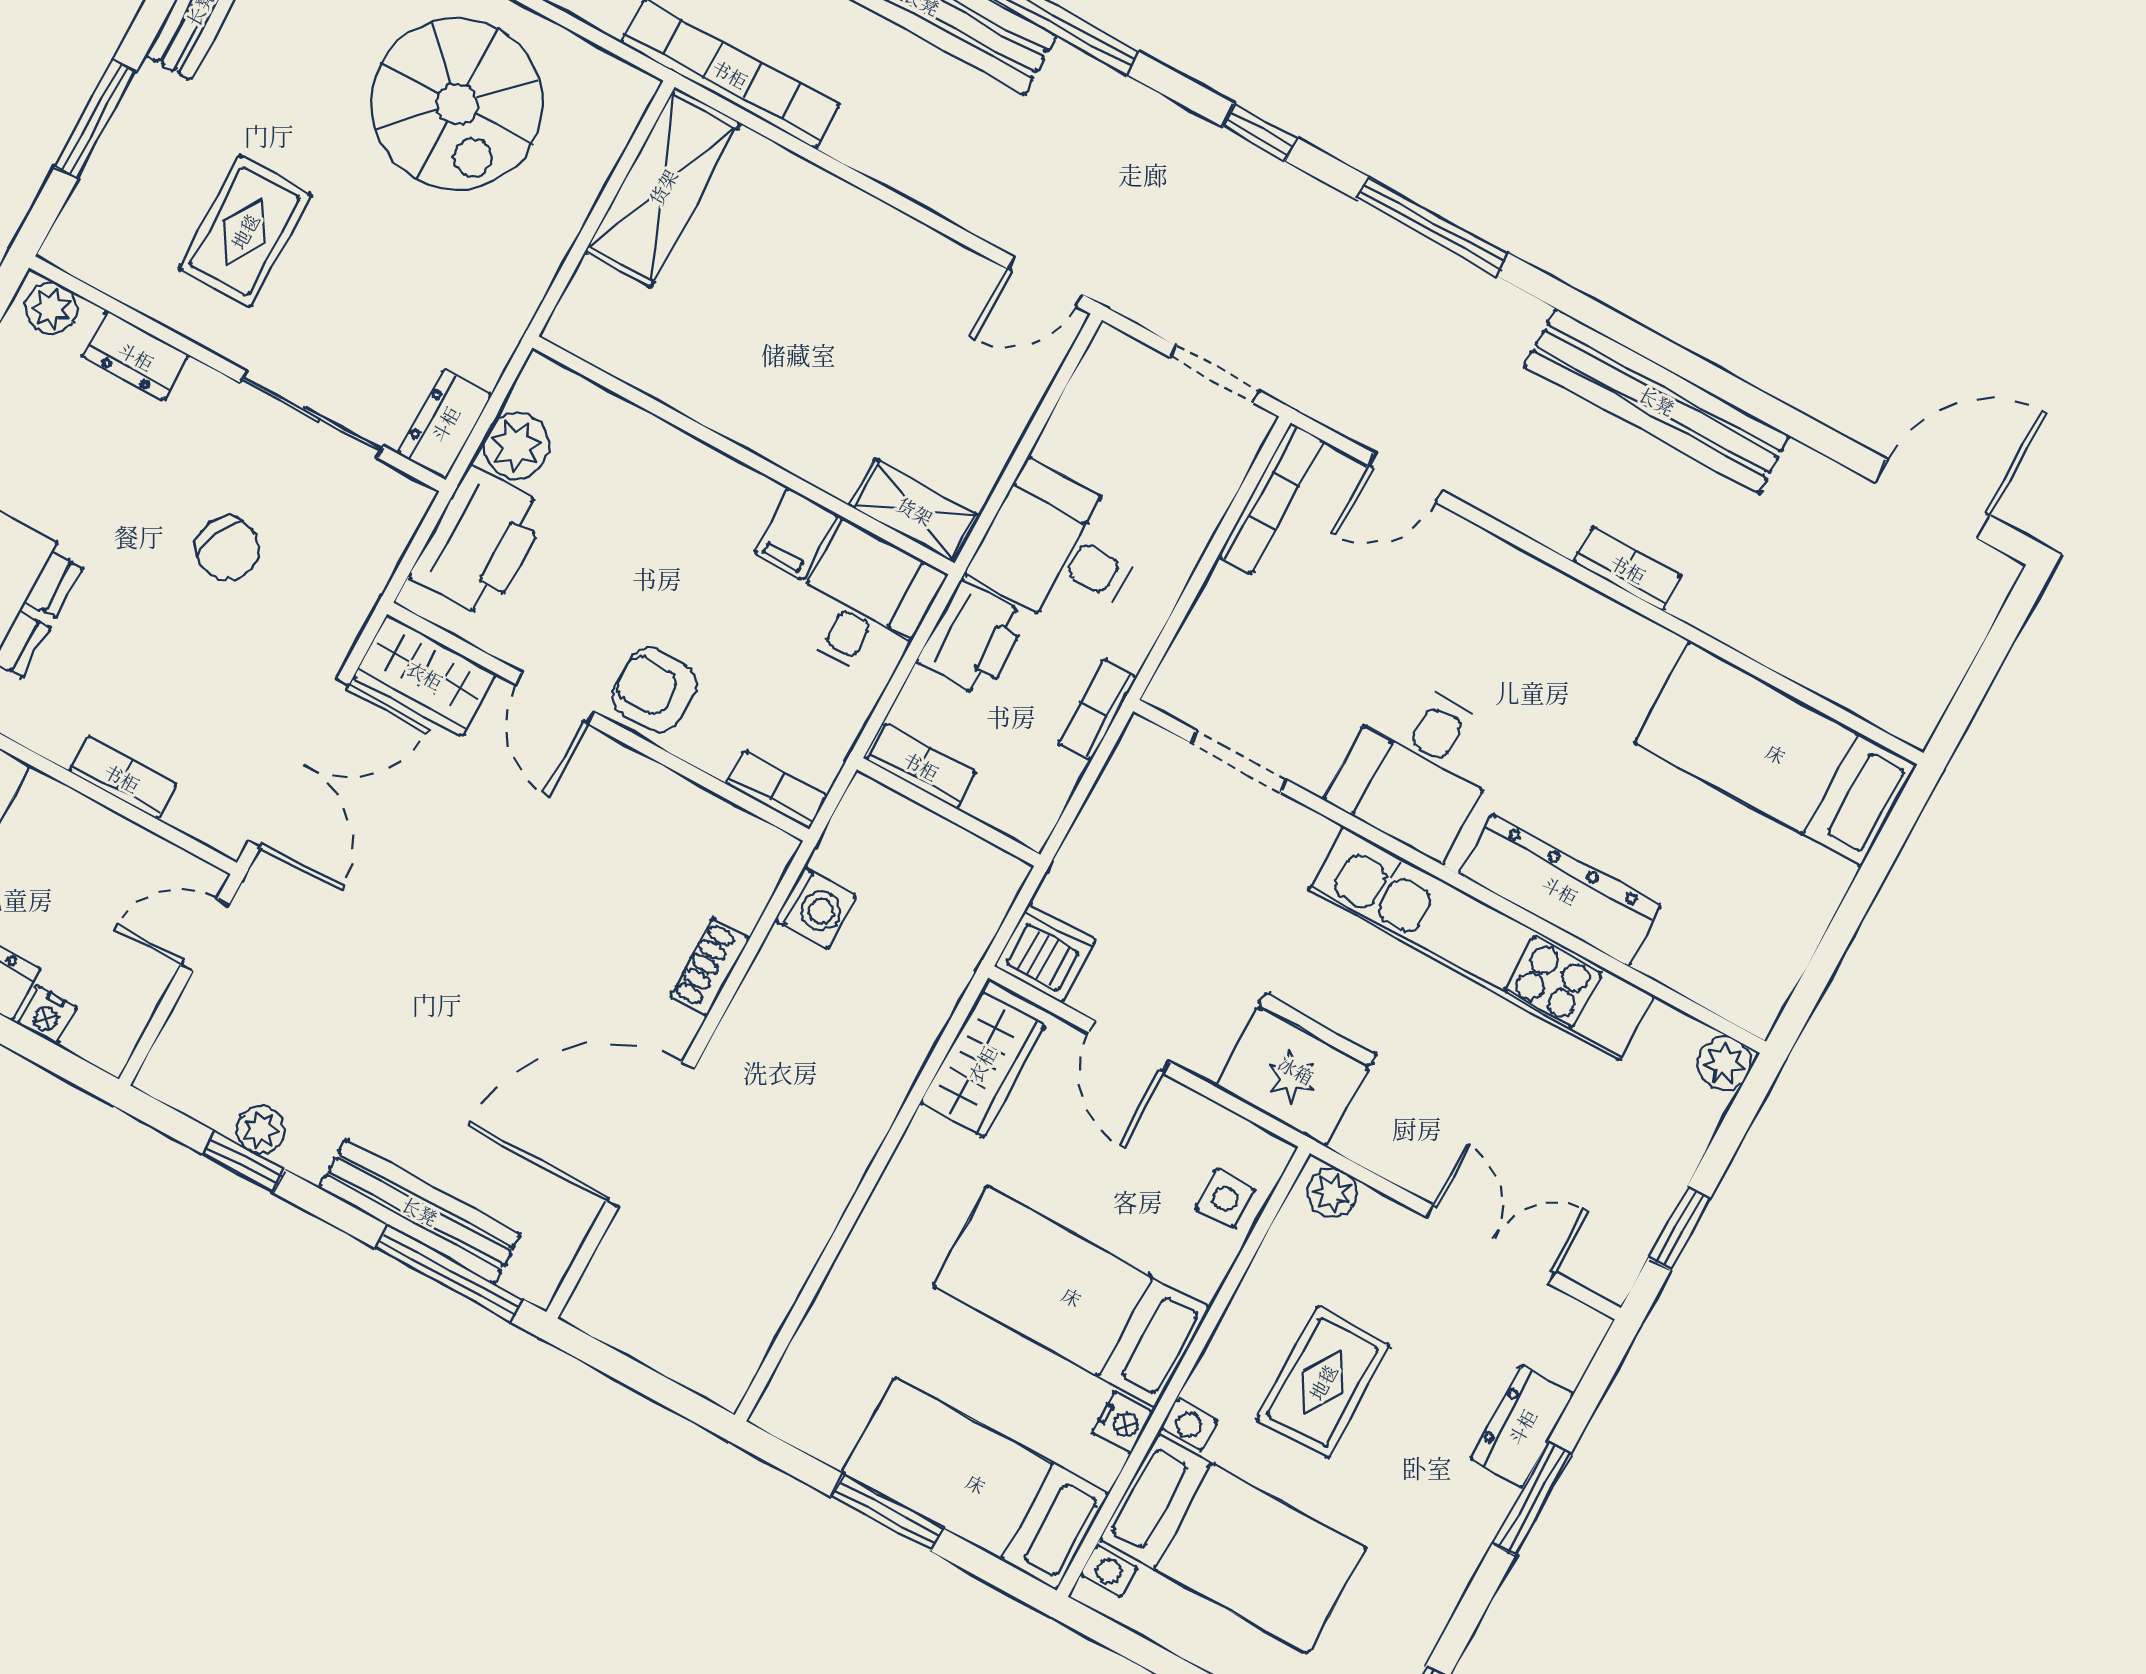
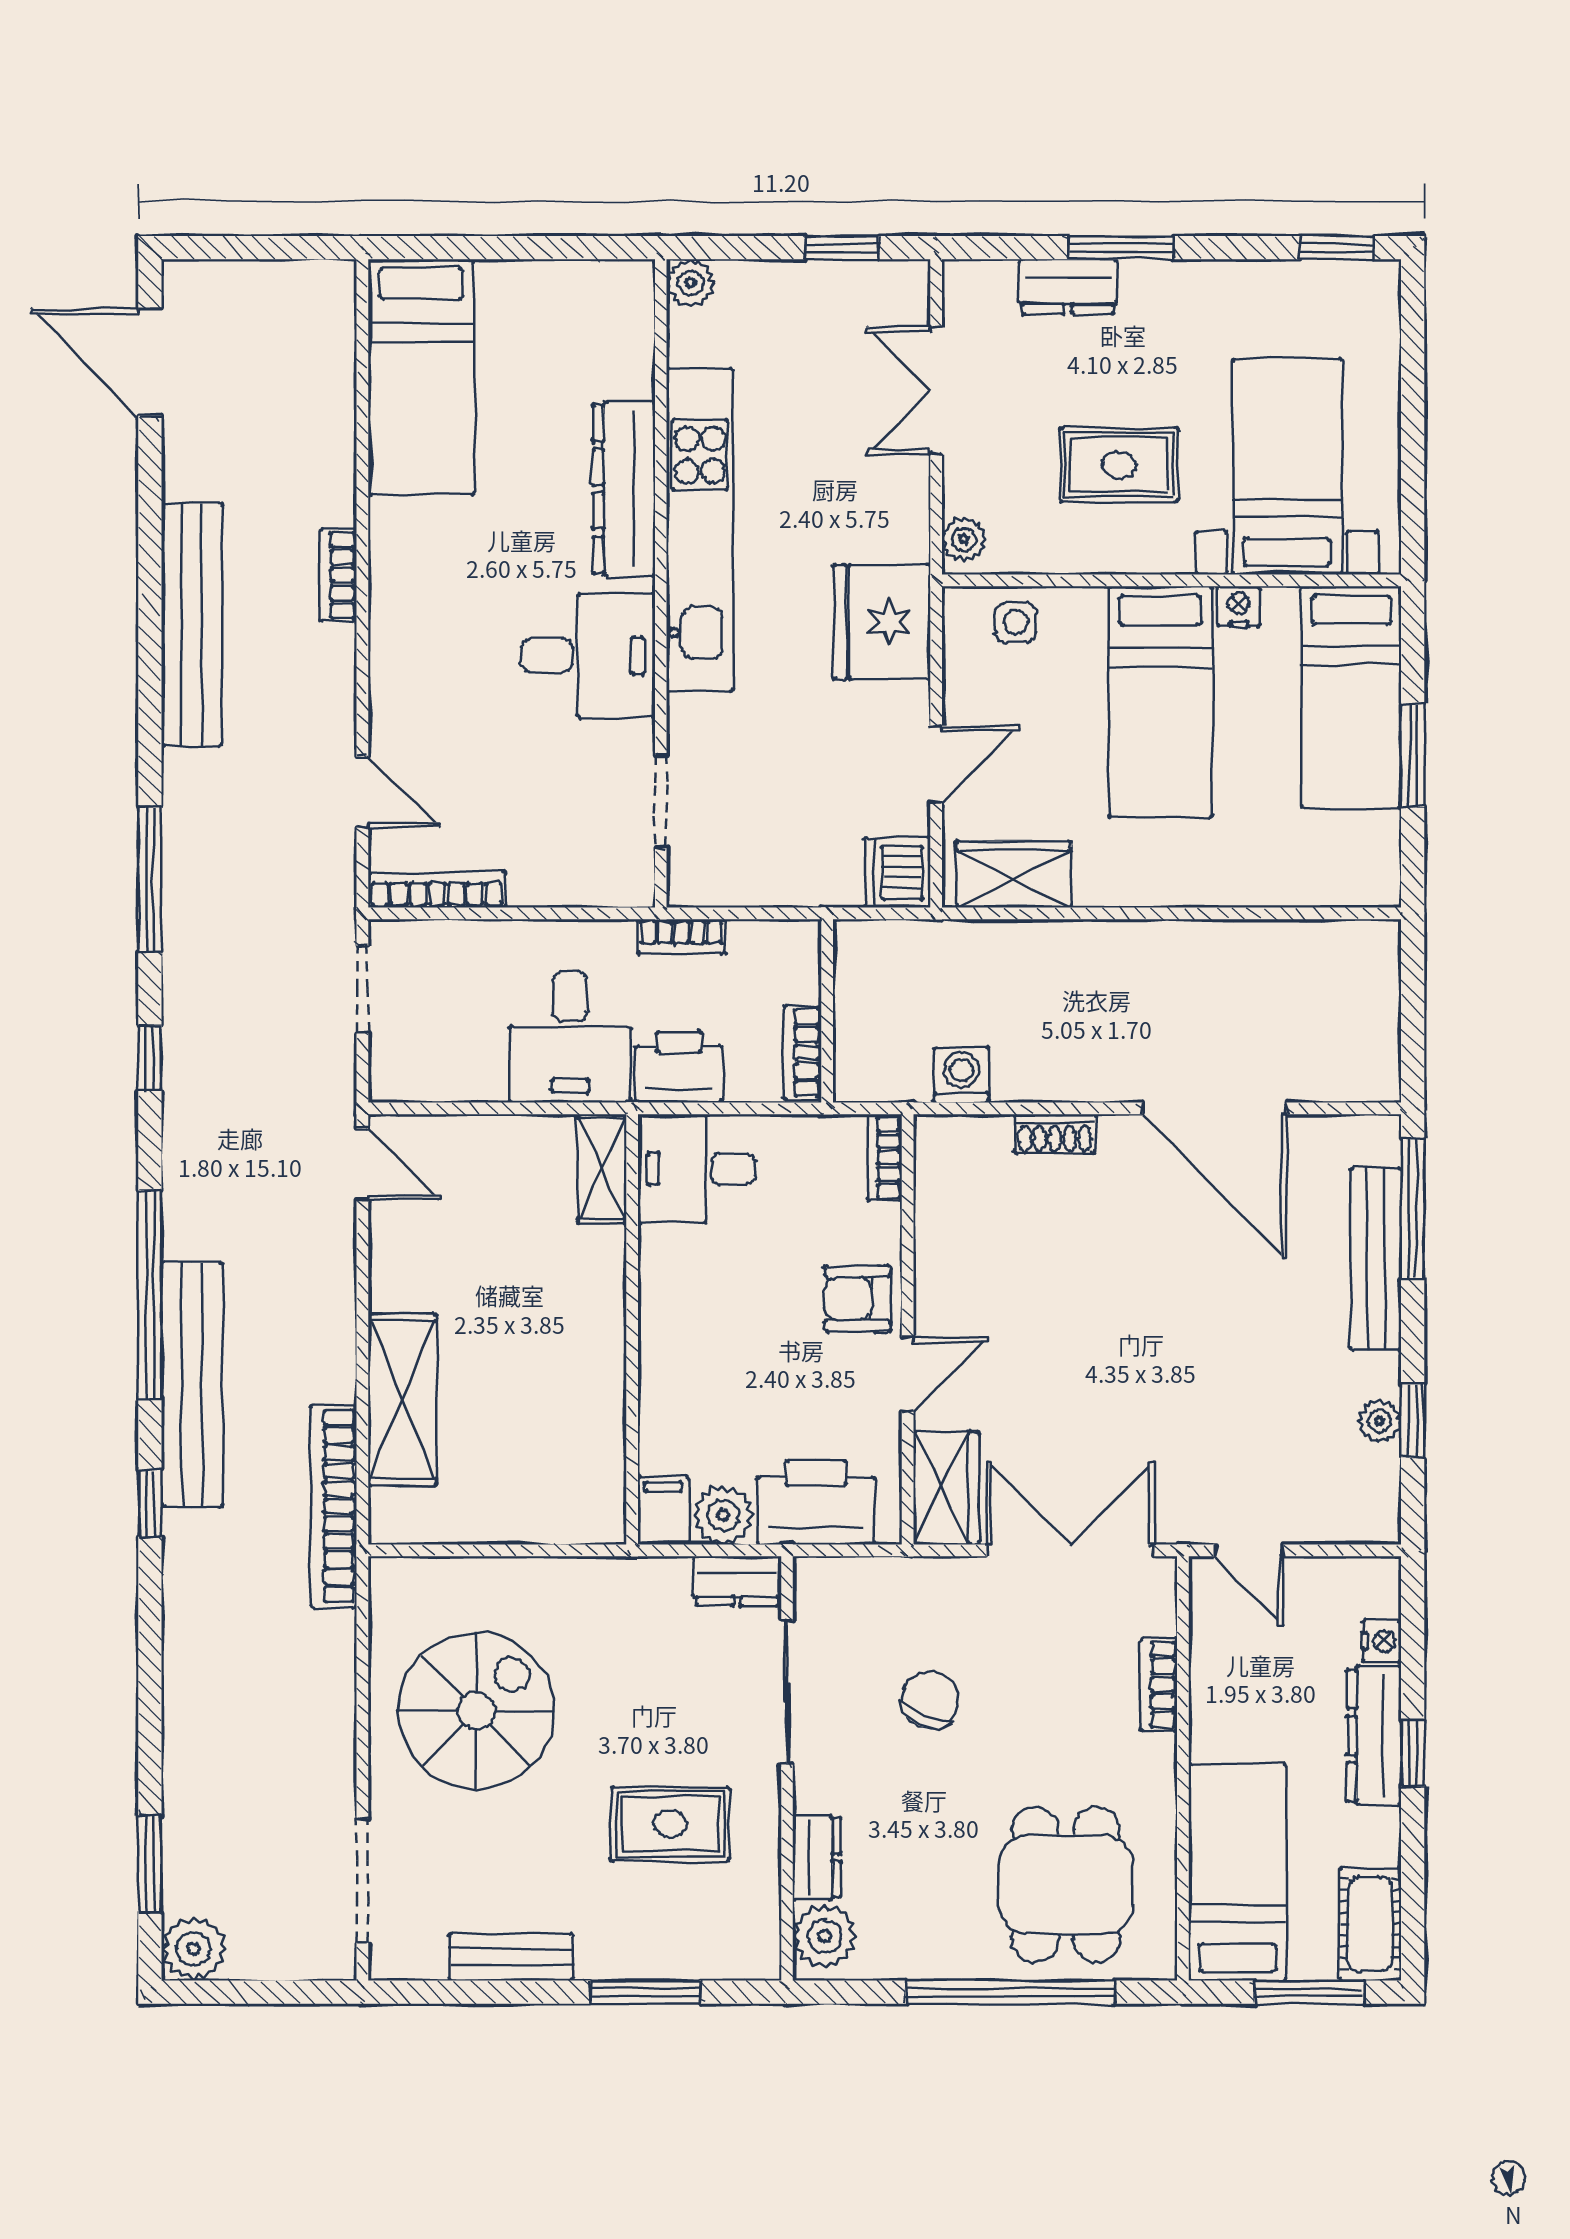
shelving: (663, 187) -> (402, 1400), moved, turned 90
plant: (51, 308) -> (824, 1936), width x1.38, depth x1.38
filing cabinet: (796, 534) -> (663, 1511), moved, turned -90
armchair: (654, 690) -> (858, 1299), turned 90

